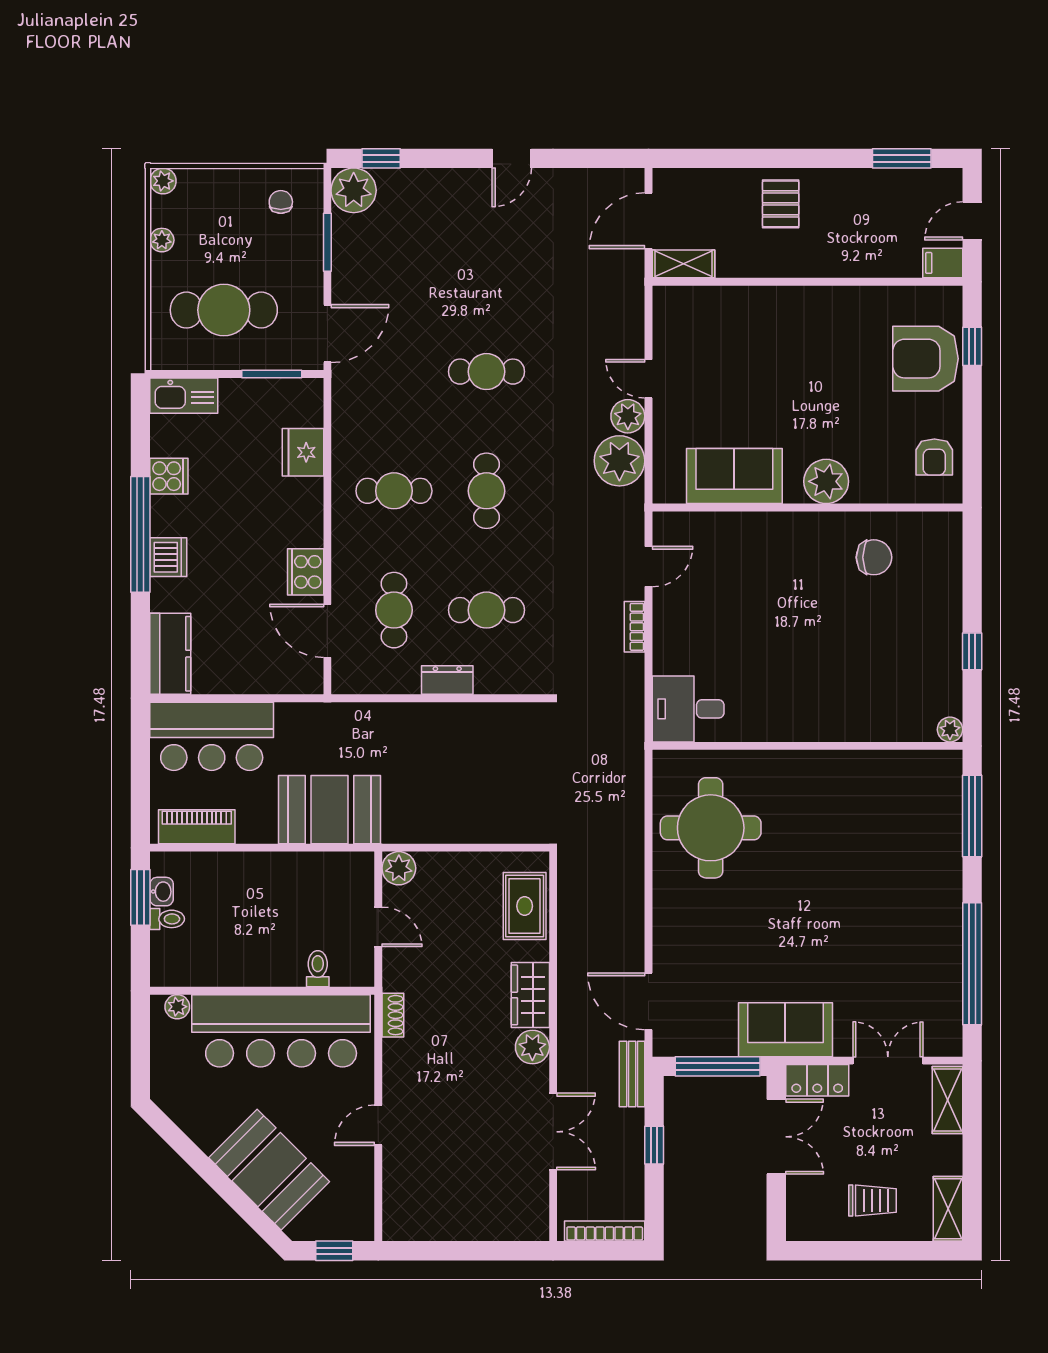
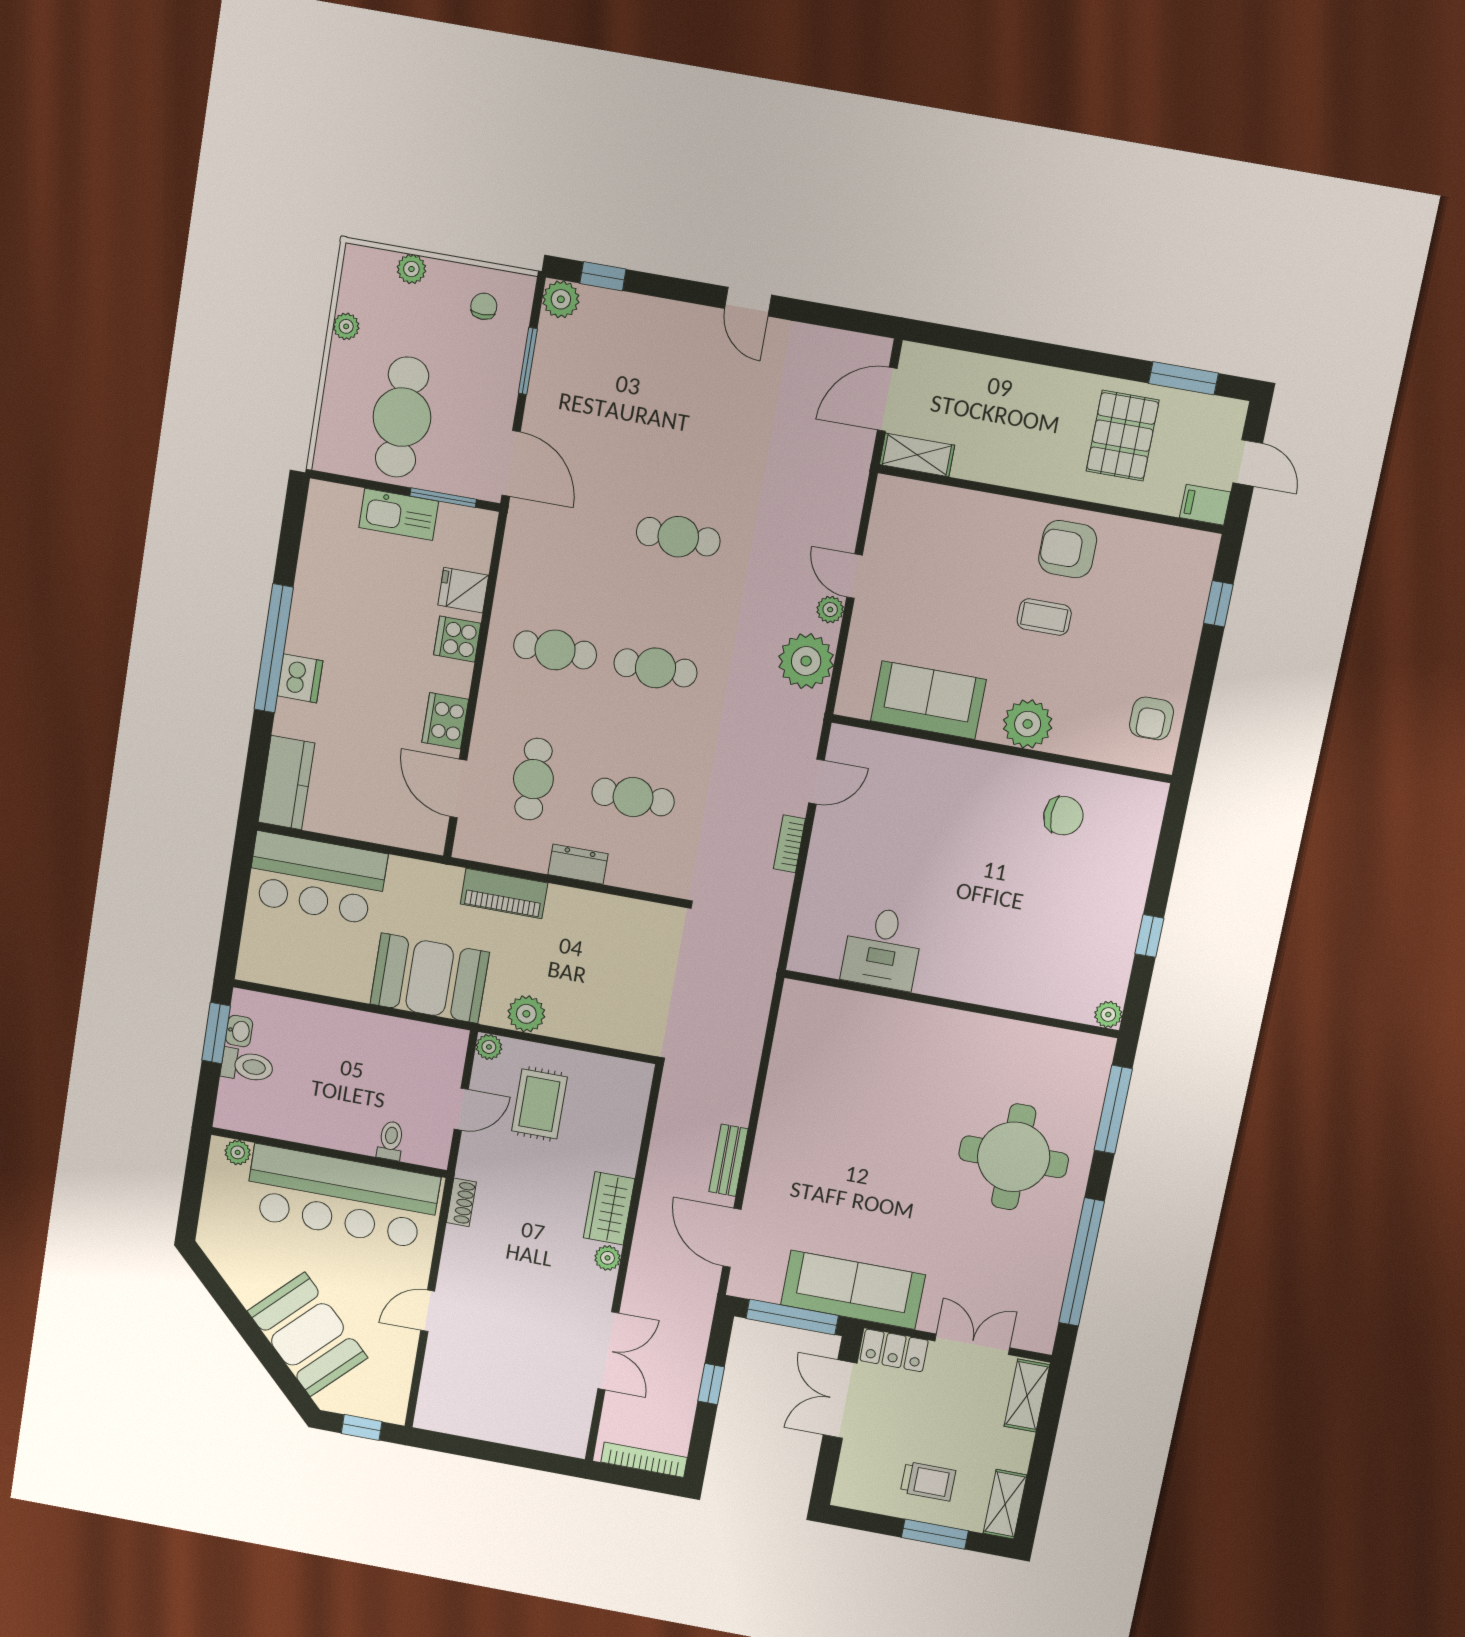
door: (512, 158) -> (748, 302), hinge flipped
plant: (163, 181) -> (411, 269), moved
plant: (354, 190) -> (561, 299), width x0.73, depth x0.73
pallet: (781, 204) -> (1123, 436), moved, width x1.50, depth x1.42
door: (972, 221) -> (1248, 463), swing flipped
cafe table: (224, 310) -> (402, 417), turned 90
door: (327, 334) -> (511, 464), hinge flipped
armchair: (926, 359) -> (1068, 549), moved, width x0.73, depth x0.73
coffee table: (822, 385) -> (1044, 617), added
kitchen sink: (184, 396) -> (399, 514), moved
plant: (628, 416) -> (830, 610), width x0.73, depth x0.73
fridge: (303, 452) -> (463, 590), width x0.72
cooker: (169, 476) -> (457, 639), moved, turned 180
cafe table: (486, 491) -> (655, 668), turned 90
desk: (688, 709) -> (882, 948), moved, turned -90
plant: (423, 826) -> (526, 1014), added
piano: (197, 827) -> (504, 894), moved, turned 180
round table: (711, 828) -> (1014, 1157), moved
plant: (399, 868) -> (489, 1047), width x0.73, depth x0.73
rug: (525, 906) -> (539, 1104), moved
toilet: (167, 919) -> (247, 1066), width x1.37, depth x1.39
door: (378, 927) -> (461, 1109), hinge flipped
sofa: (785, 1030) -> (853, 1290), width x1.36
plant: (532, 1047) -> (608, 1258), width x0.73, depth x0.73
bench: (632, 1074) -> (728, 1160), moved
double door: (776, 1137) -> (840, 1399), swing flipped
window: (889, 1251) -> (935, 1534), added

